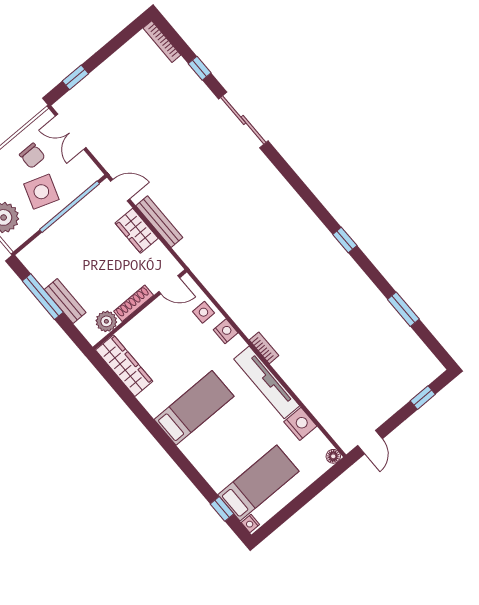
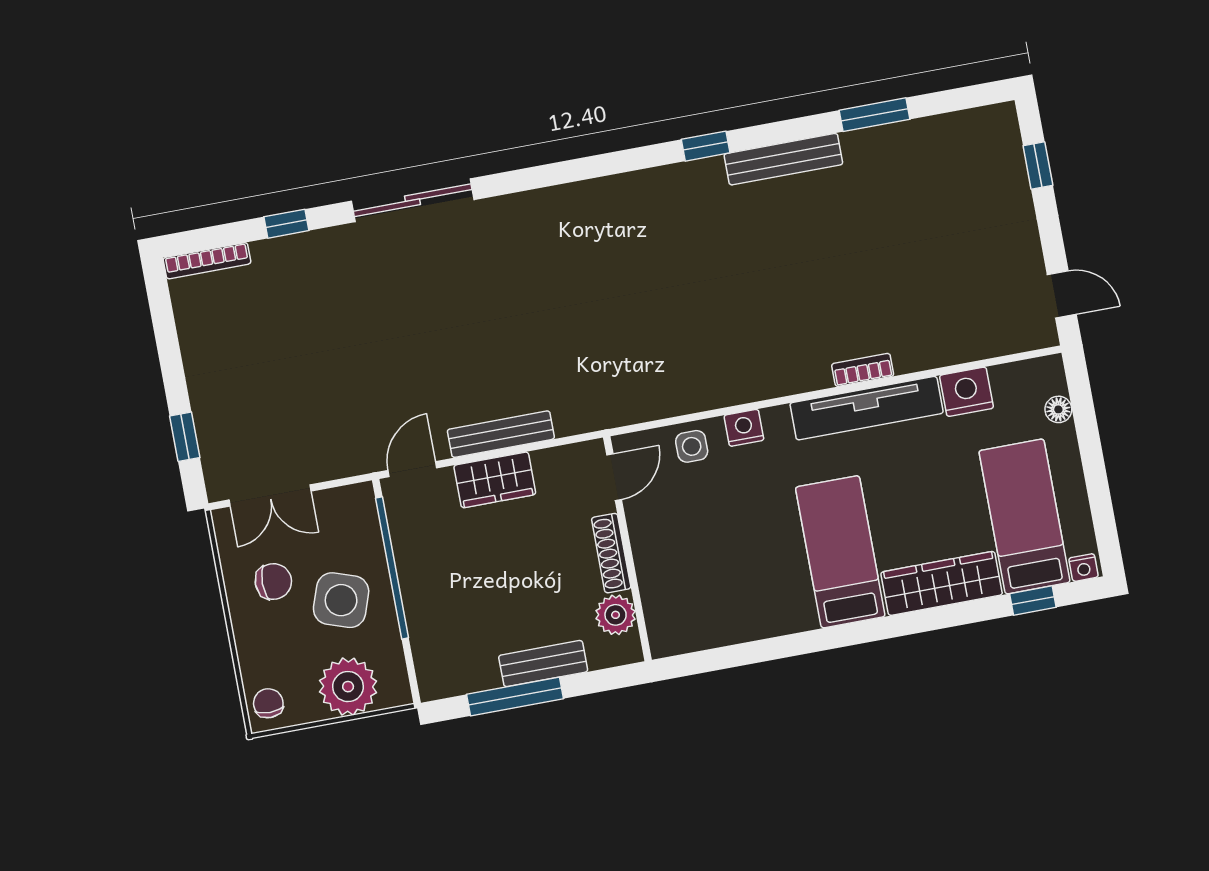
bench: (359, 279) -> (783, 159), added
bookcase: (264, 348) -> (863, 370), moved
wardrobe: (124, 366) -> (942, 583), moved
floor lamp: (333, 456) -> (1058, 409), moved

